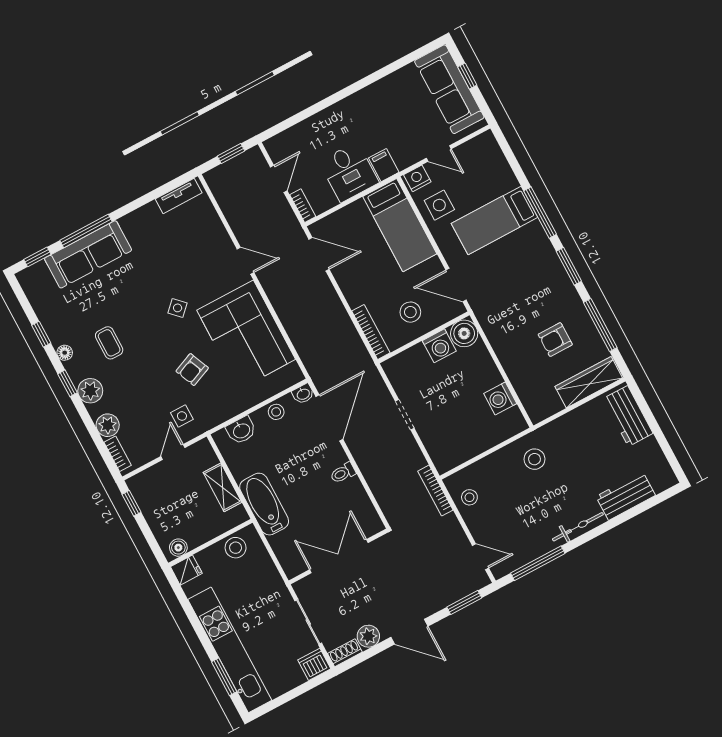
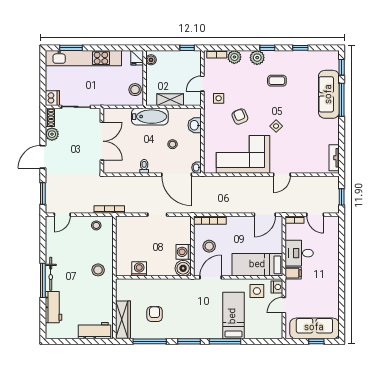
floor lamp: (65, 353) -> (284, 55), removed
stool: (276, 412) -> (173, 144), moved
door: (173, 452) -> (202, 84), swing flipped
window: (538, 563) -> (43, 280), moved

